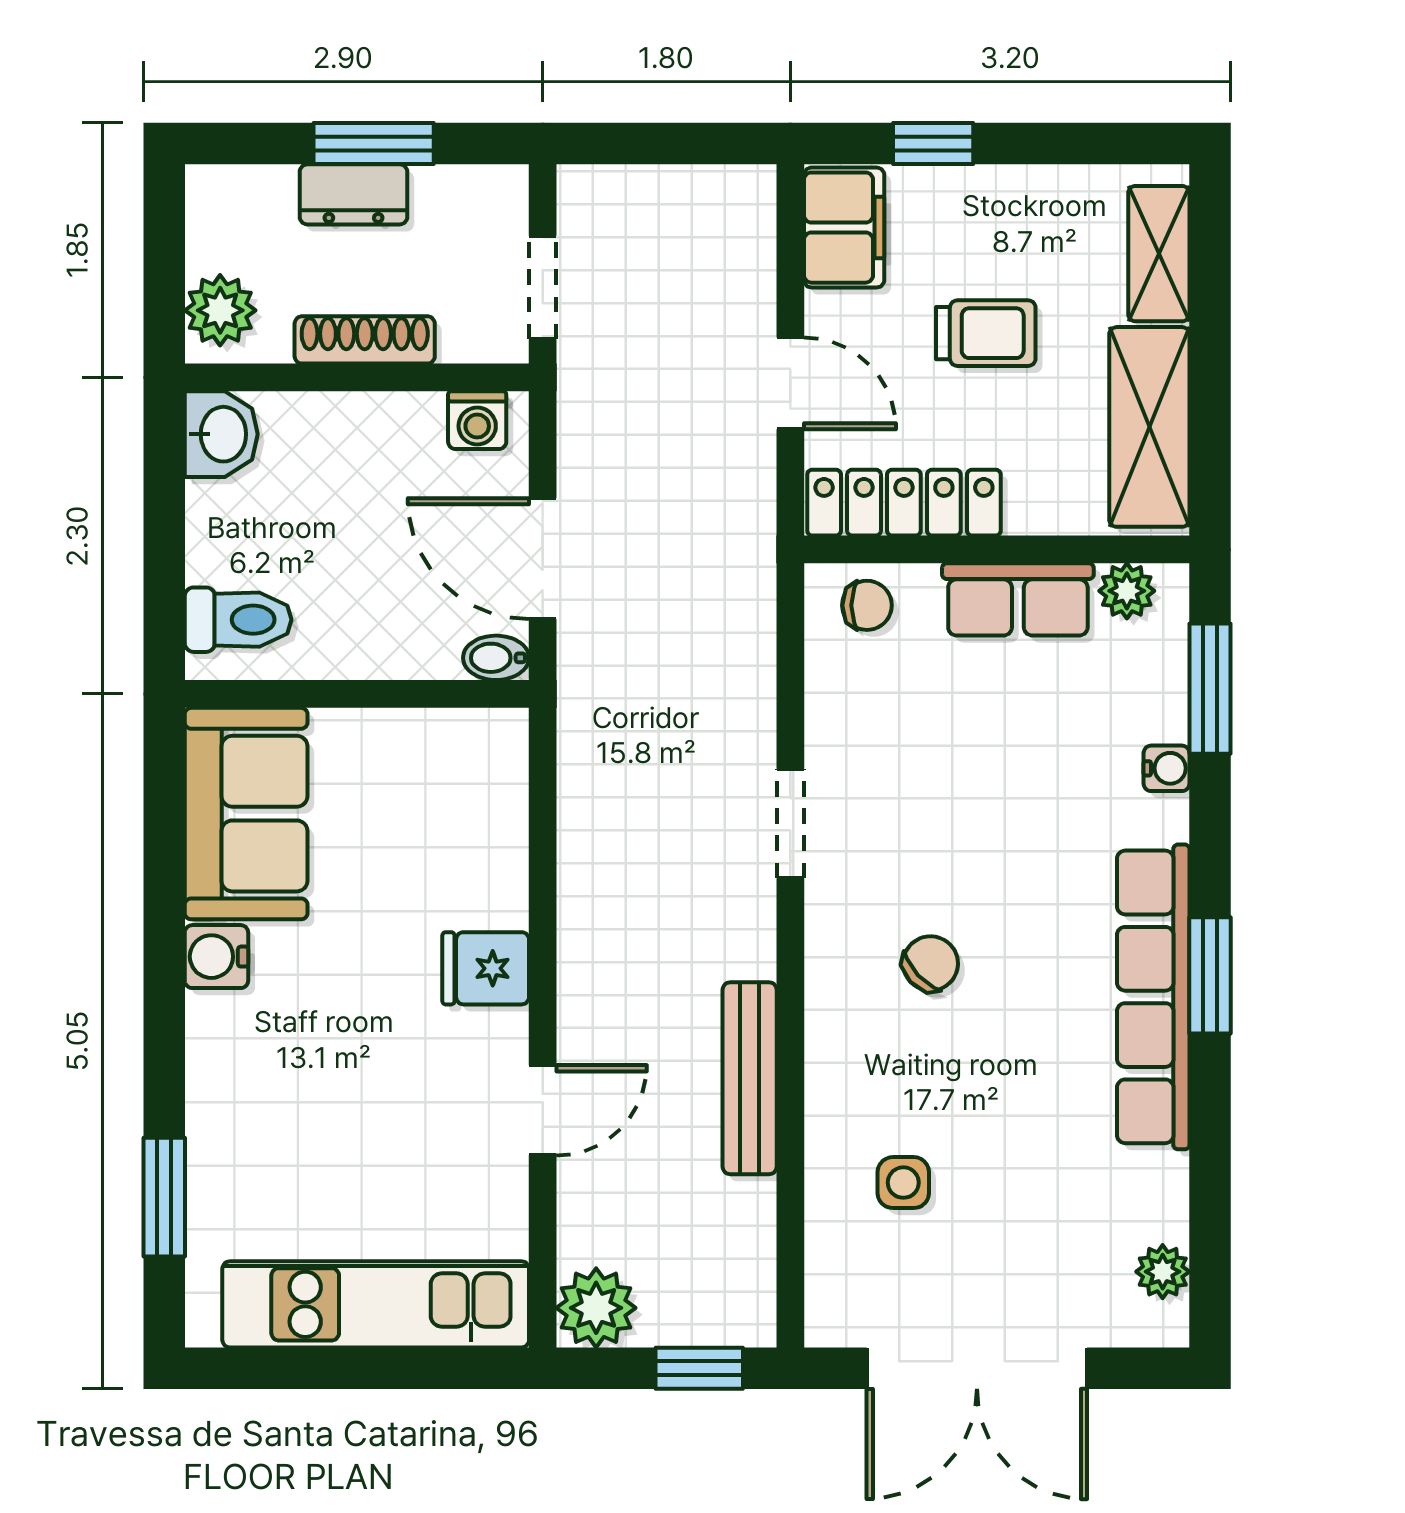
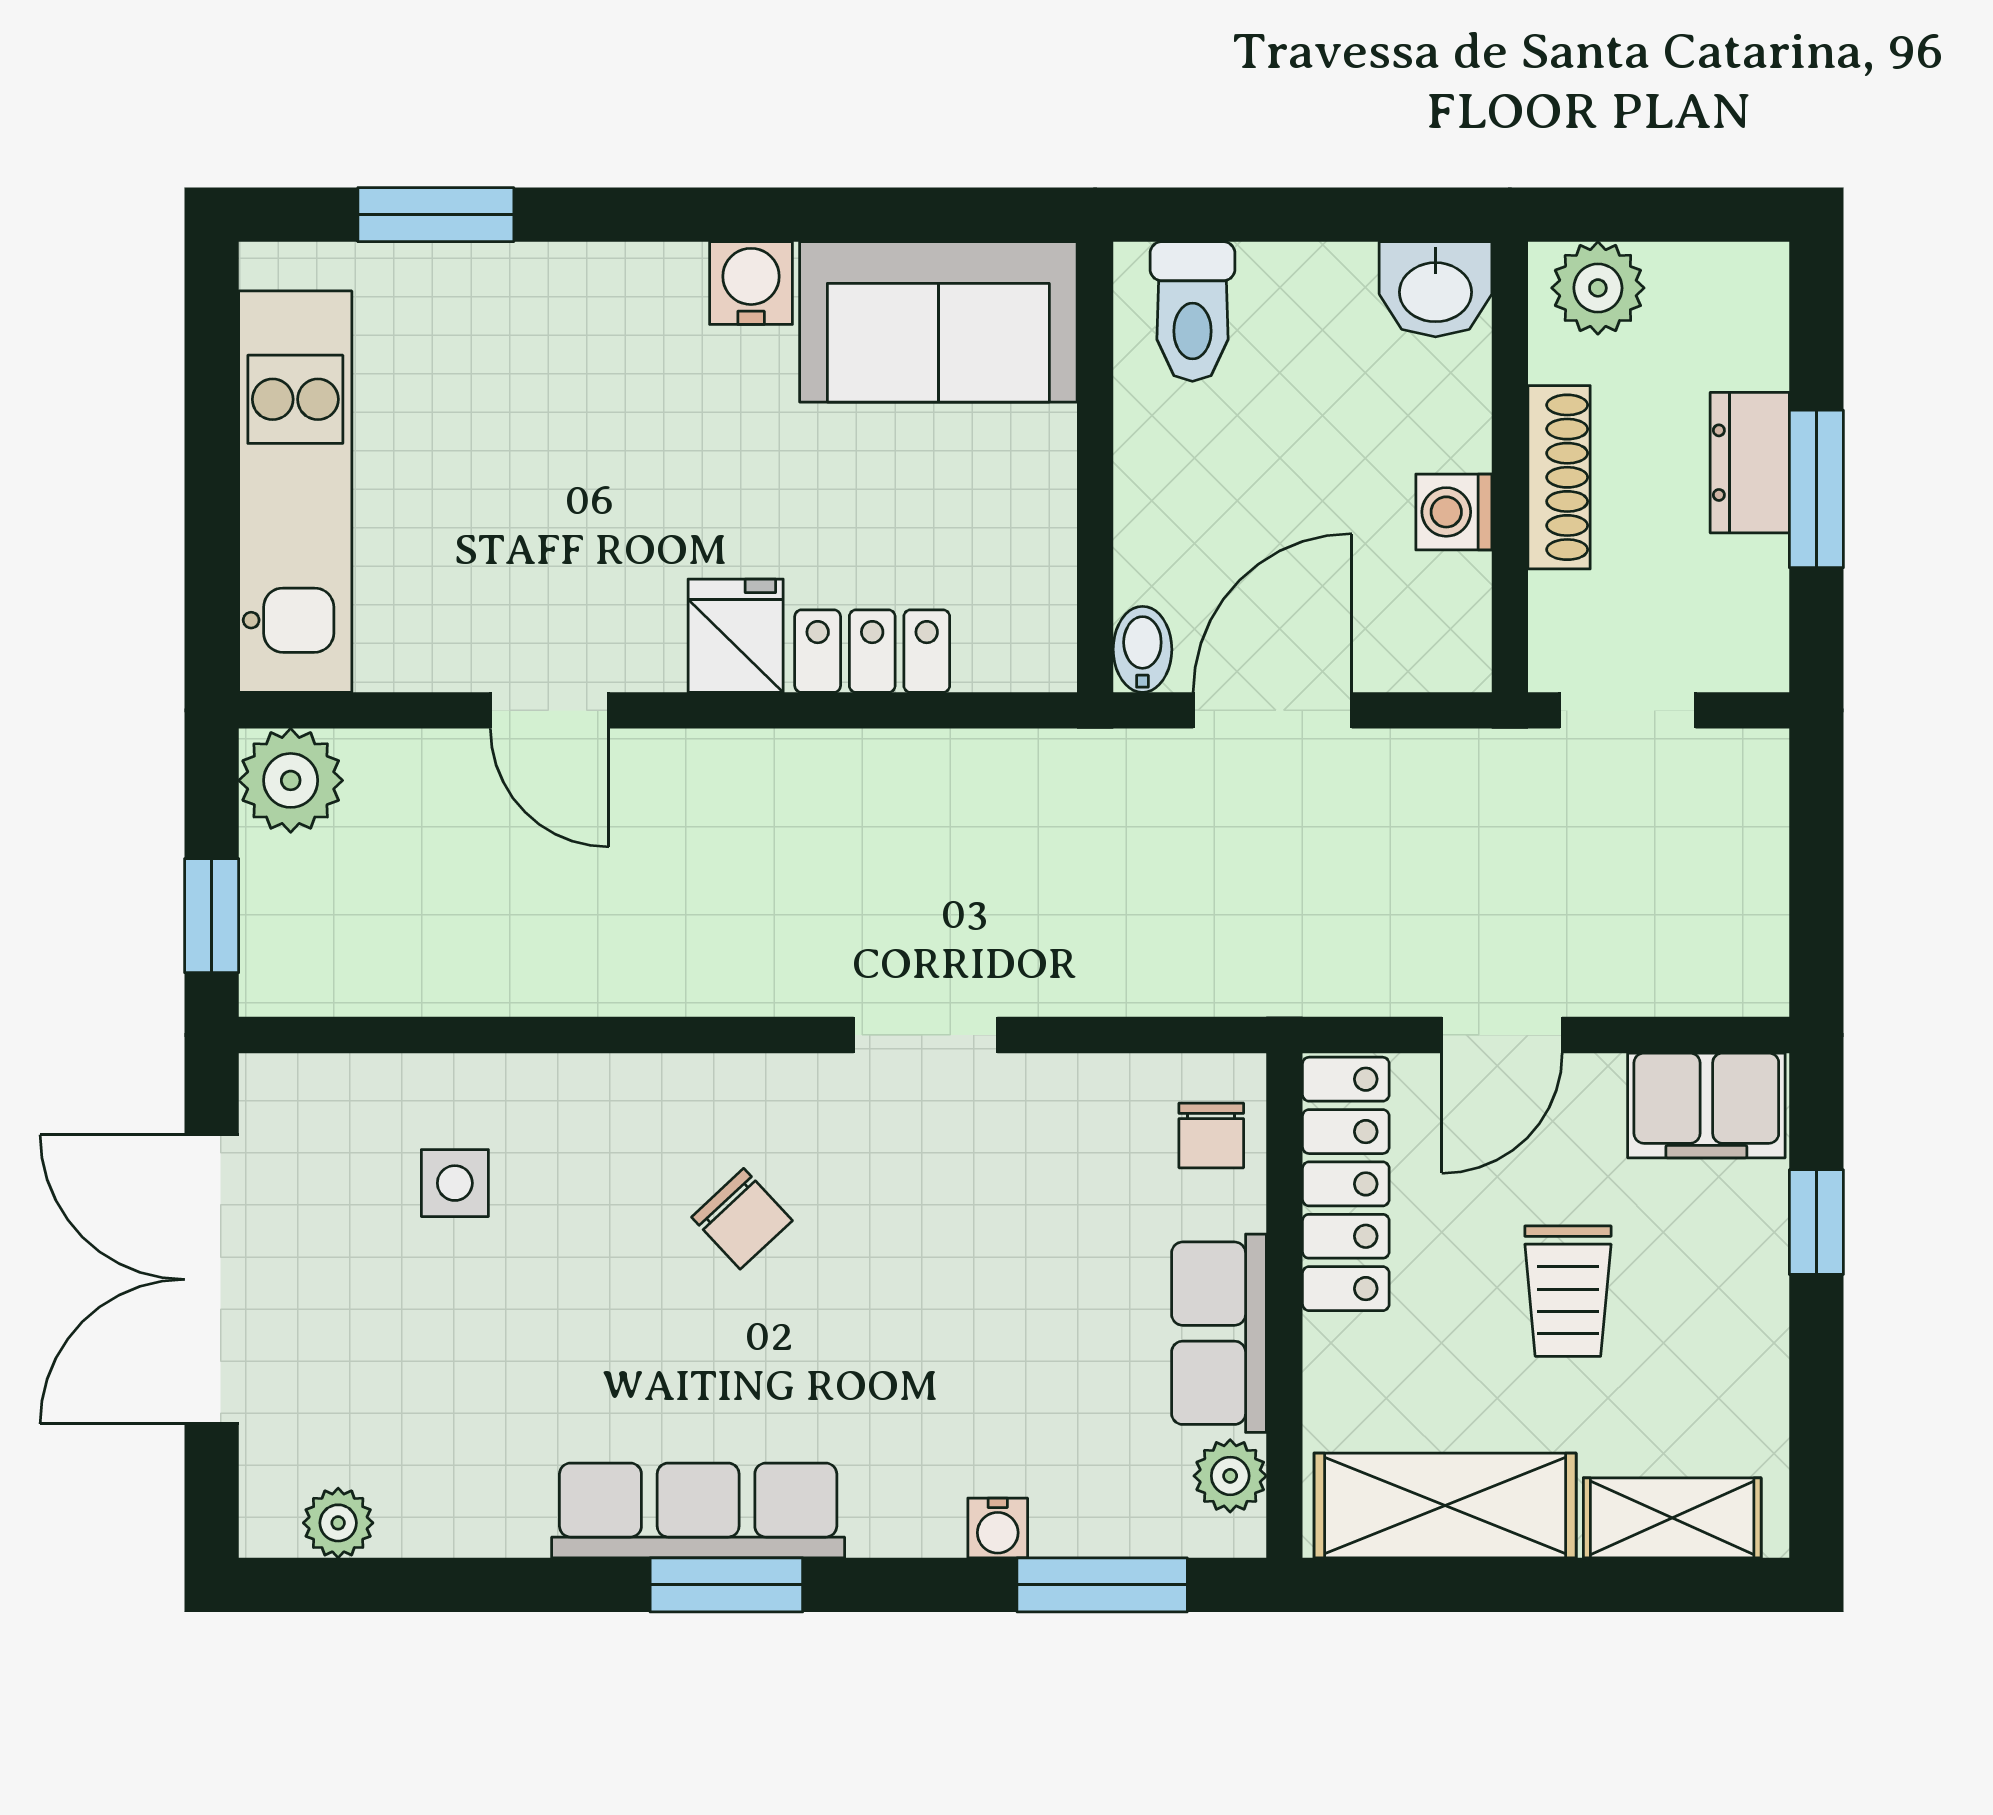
washing machine: (477, 420) -> (1454, 512), moved
locker: (497, 864) -> (872, 651), added
row of seats: (1153, 997) -> (698, 1510), width x0.73
bench: (750, 1078) -> (592, 982), removed

